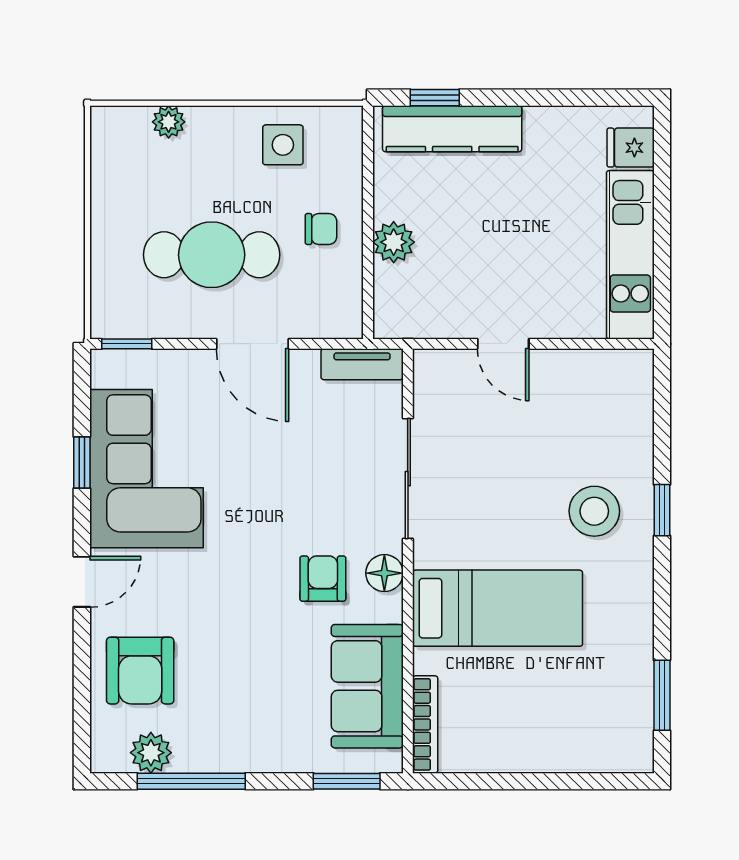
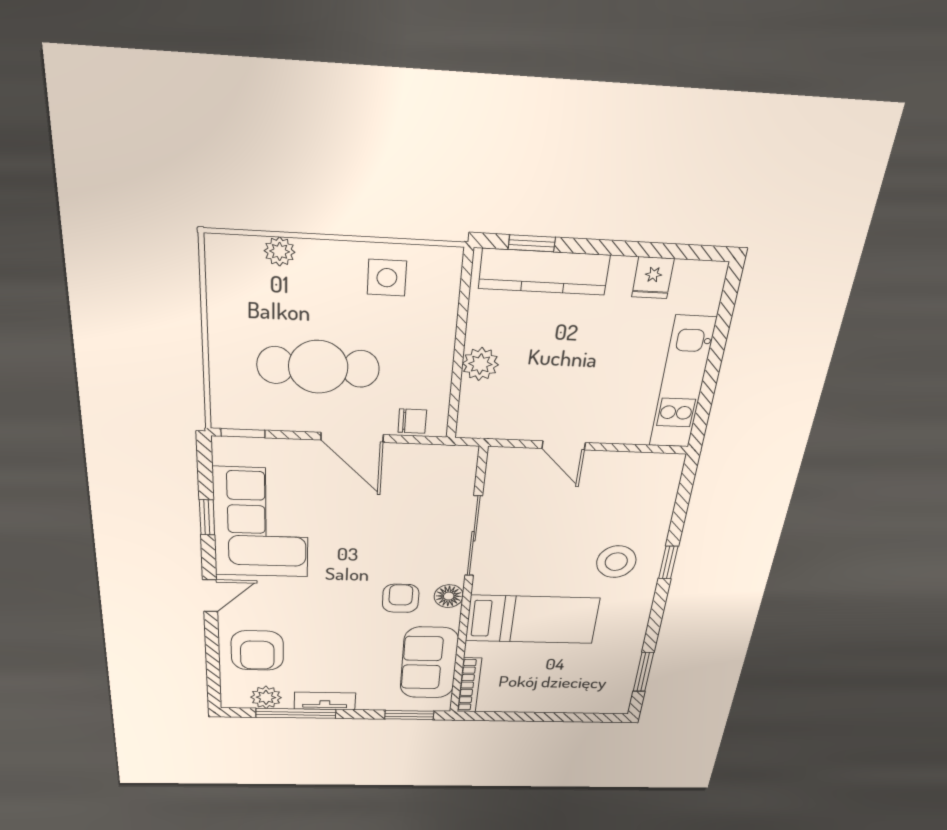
fridge: (631, 148) -> (653, 278), moved, turned -90
chair: (321, 229) -> (412, 421), moved
tv unit: (362, 364) -> (325, 701), moved, turned 180

